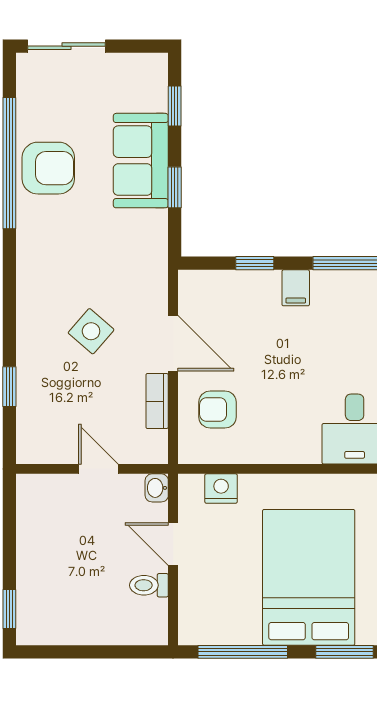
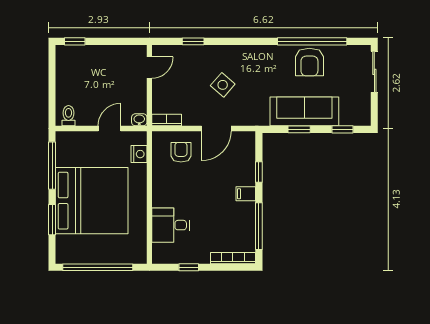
sofa: (141, 161) -> (304, 111), width x1.36
bookcase: (157, 401) -> (167, 120), moved
door: (98, 469) -> (149, 68), moved
bed: (309, 577) -> (92, 201), width x1.36
toilet: (149, 585) -> (68, 116), moved

